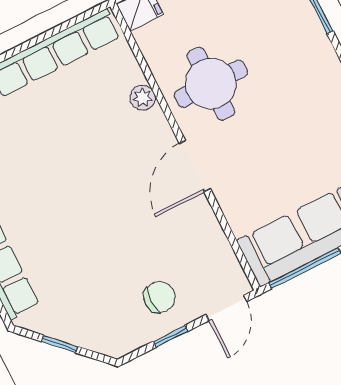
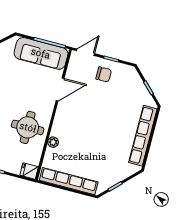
door: (195, 166) -> (60, 89), moved
chair: (159, 297) -> (104, 74), turned 180

